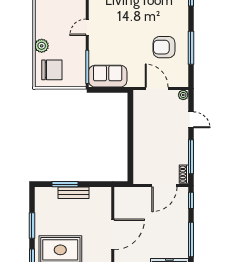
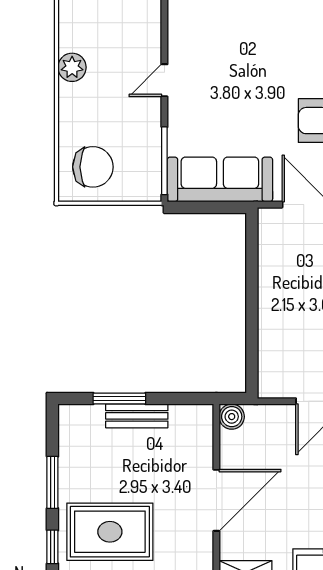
plant: (42, 46) -> (72, 67), moved
sofa: (108, 76) -> (220, 179), width x1.36
boiler: (120, 193) -> (232, 417), added

